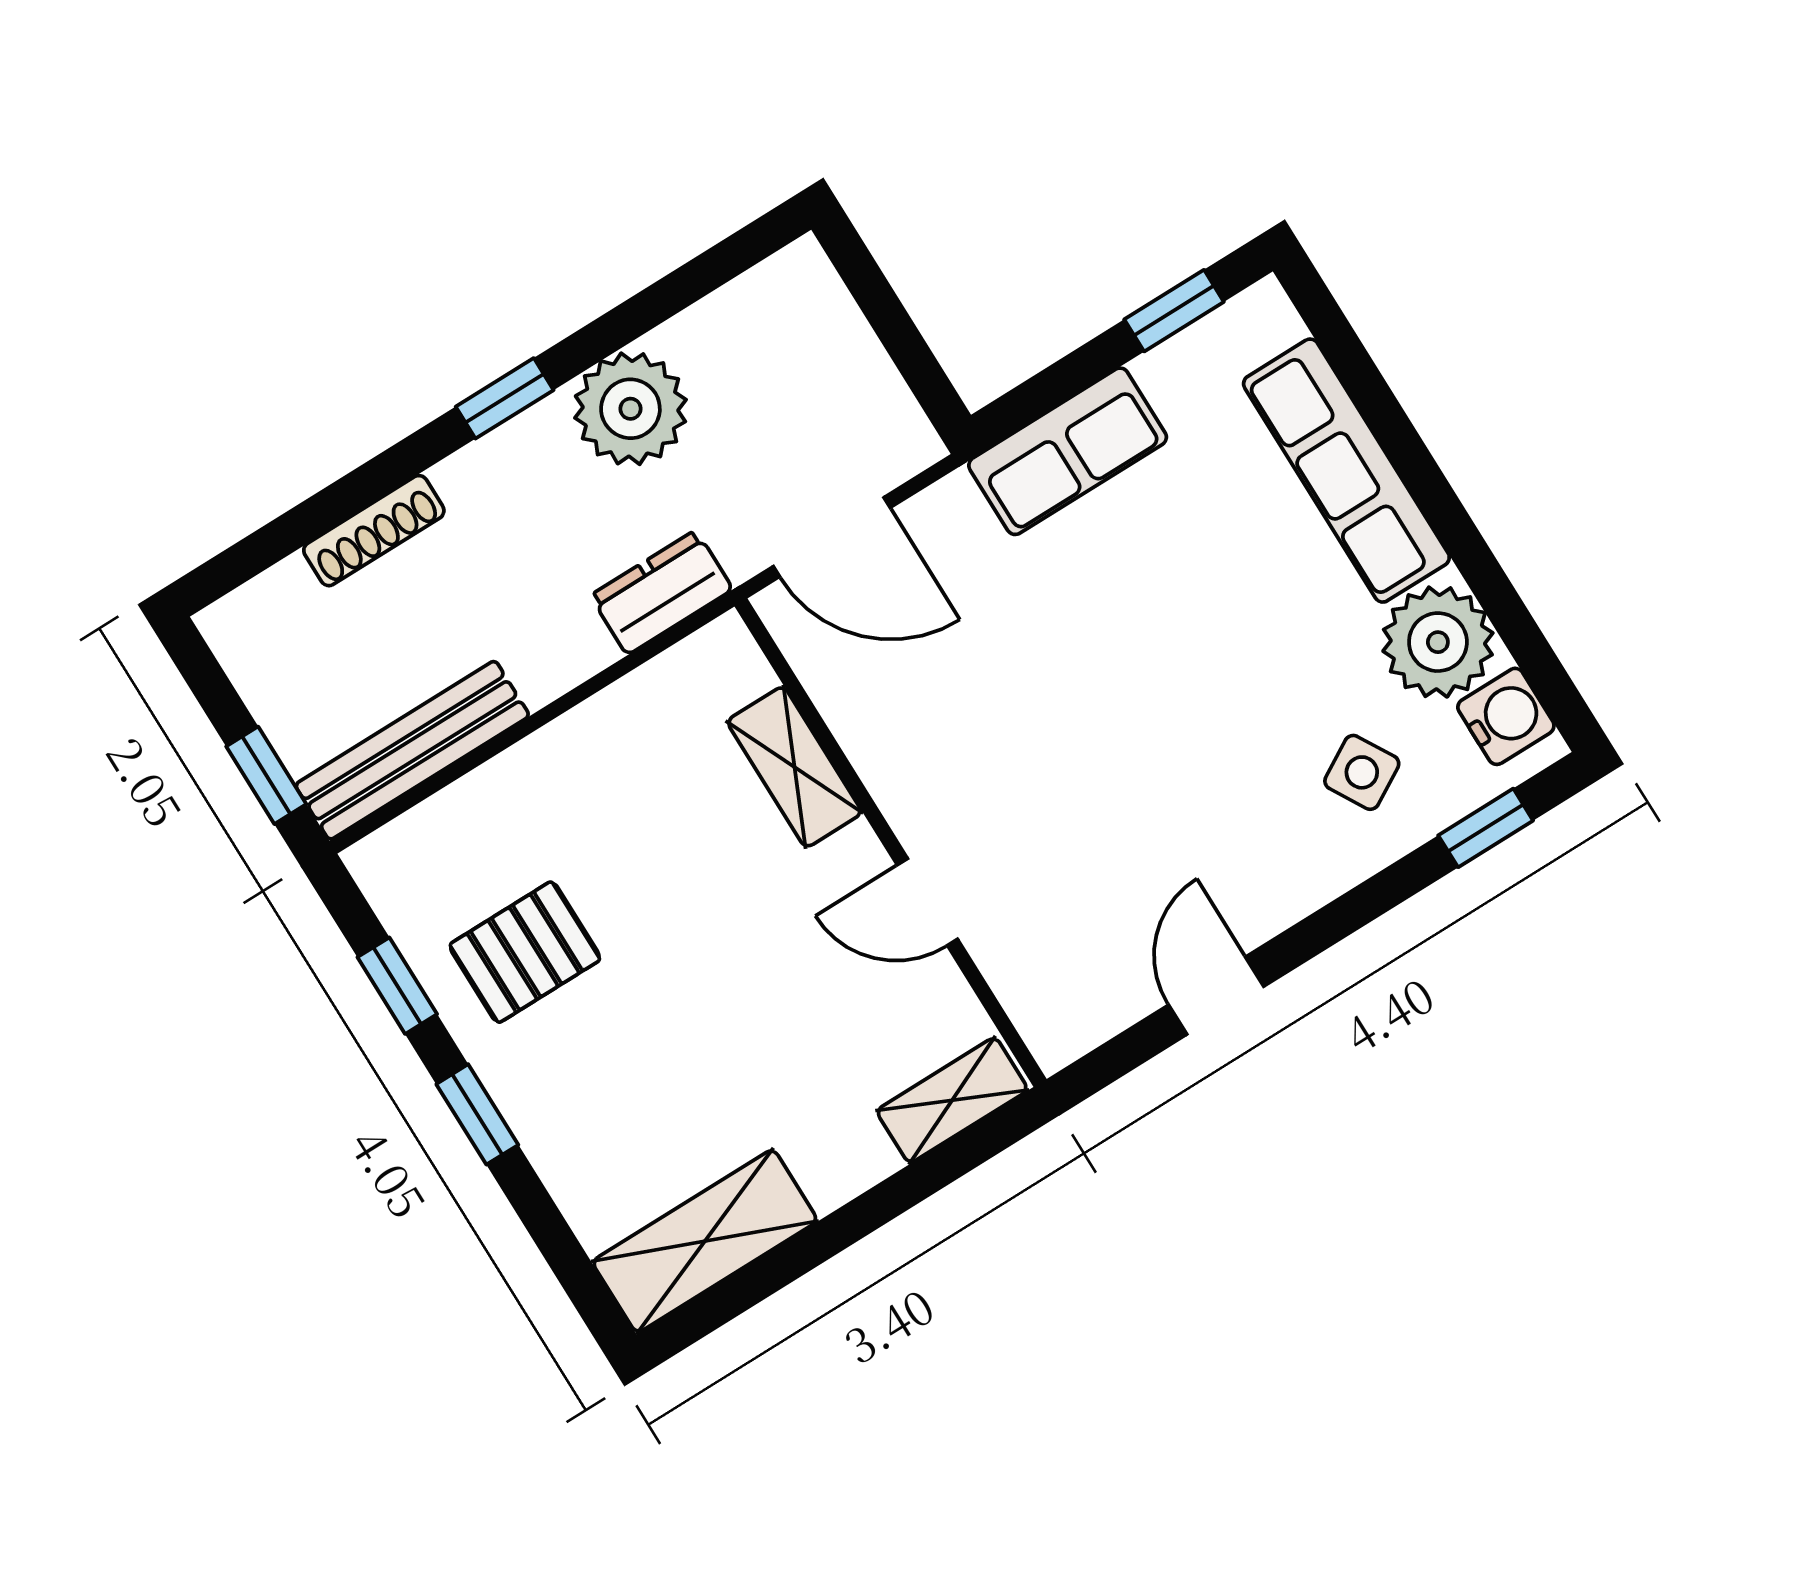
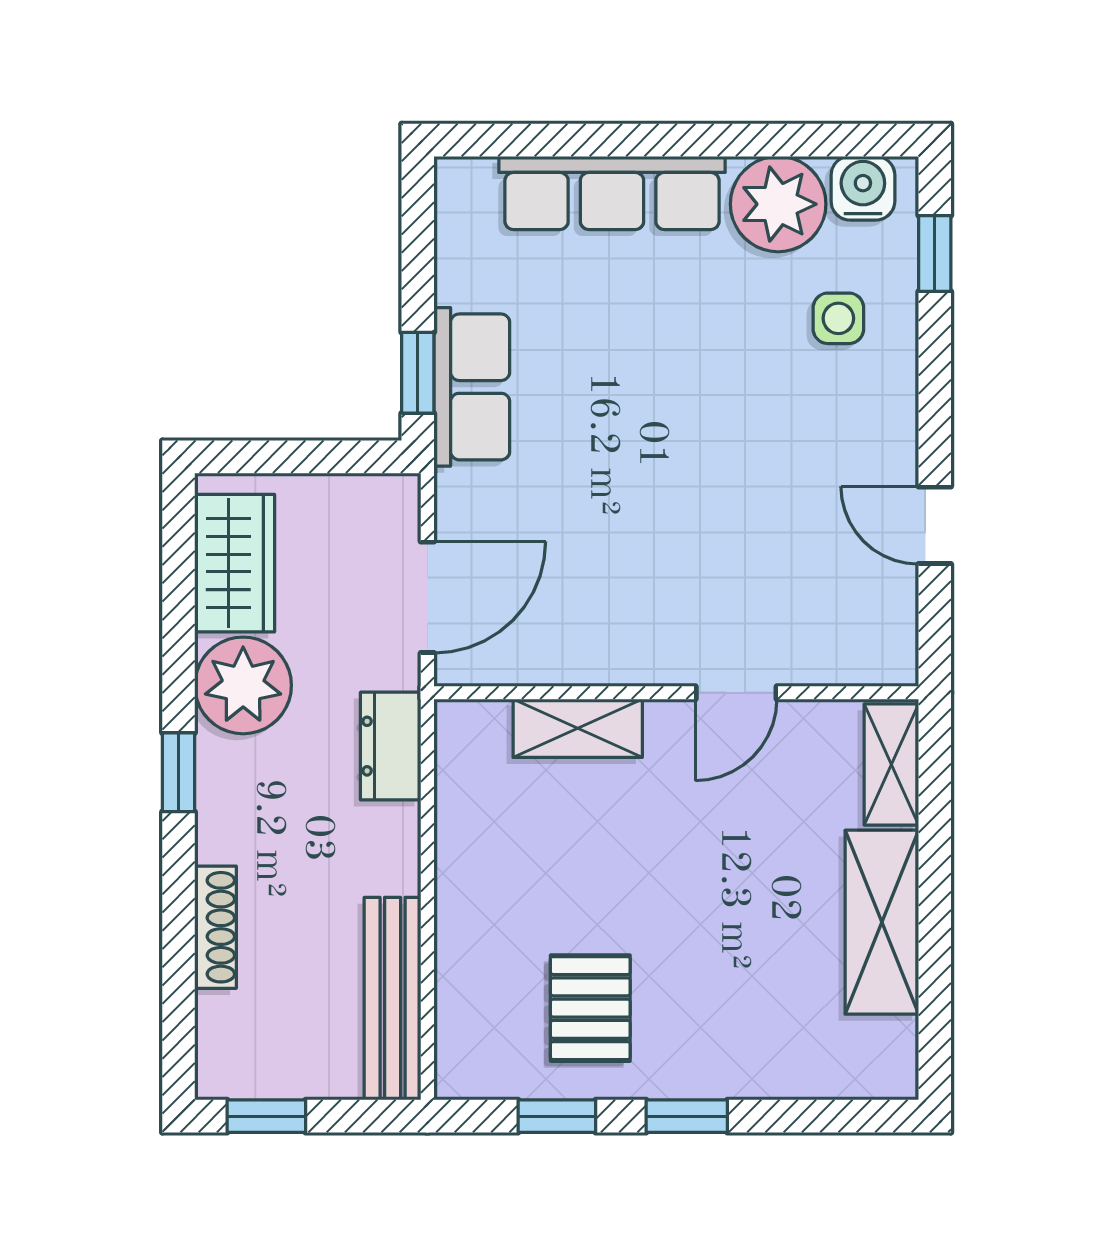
window: (1174, 311) -> (418, 373), moved
wardrobe: (747, 325) -> (235, 563), added
side table: (1362, 772) -> (838, 318), turned 30
window: (266, 775) -> (266, 1116), moved
shelving: (705, 1241) -> (882, 922), moved

